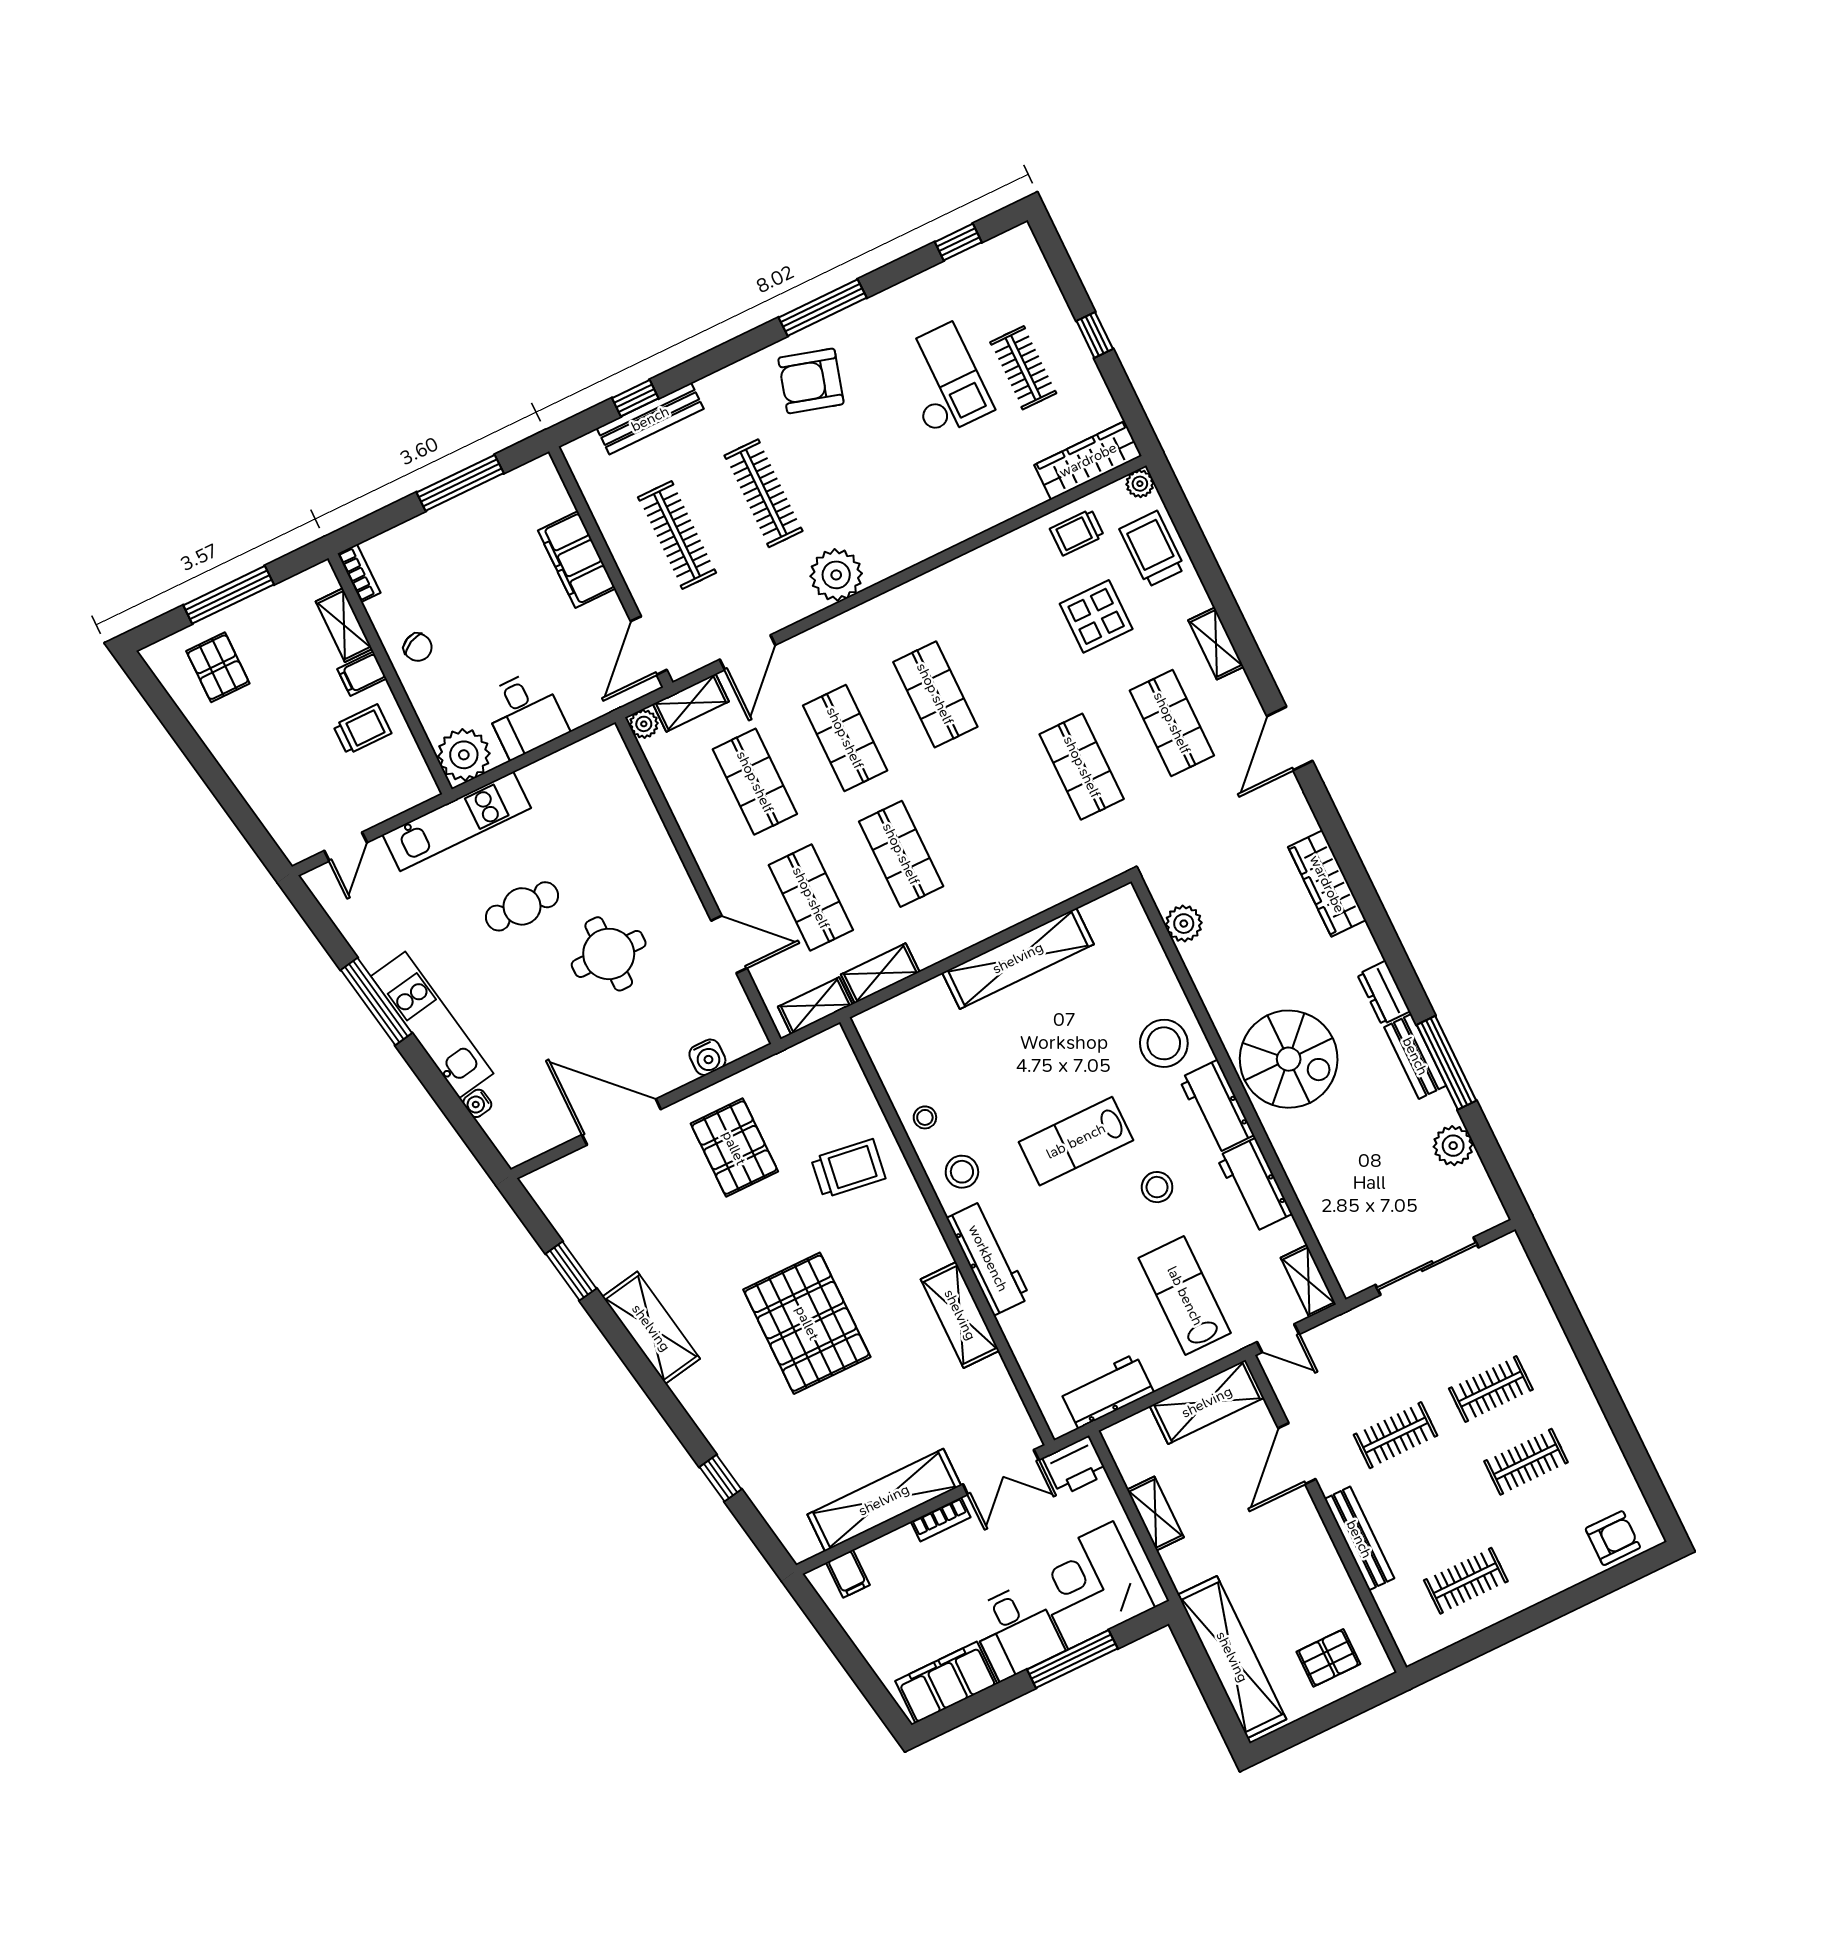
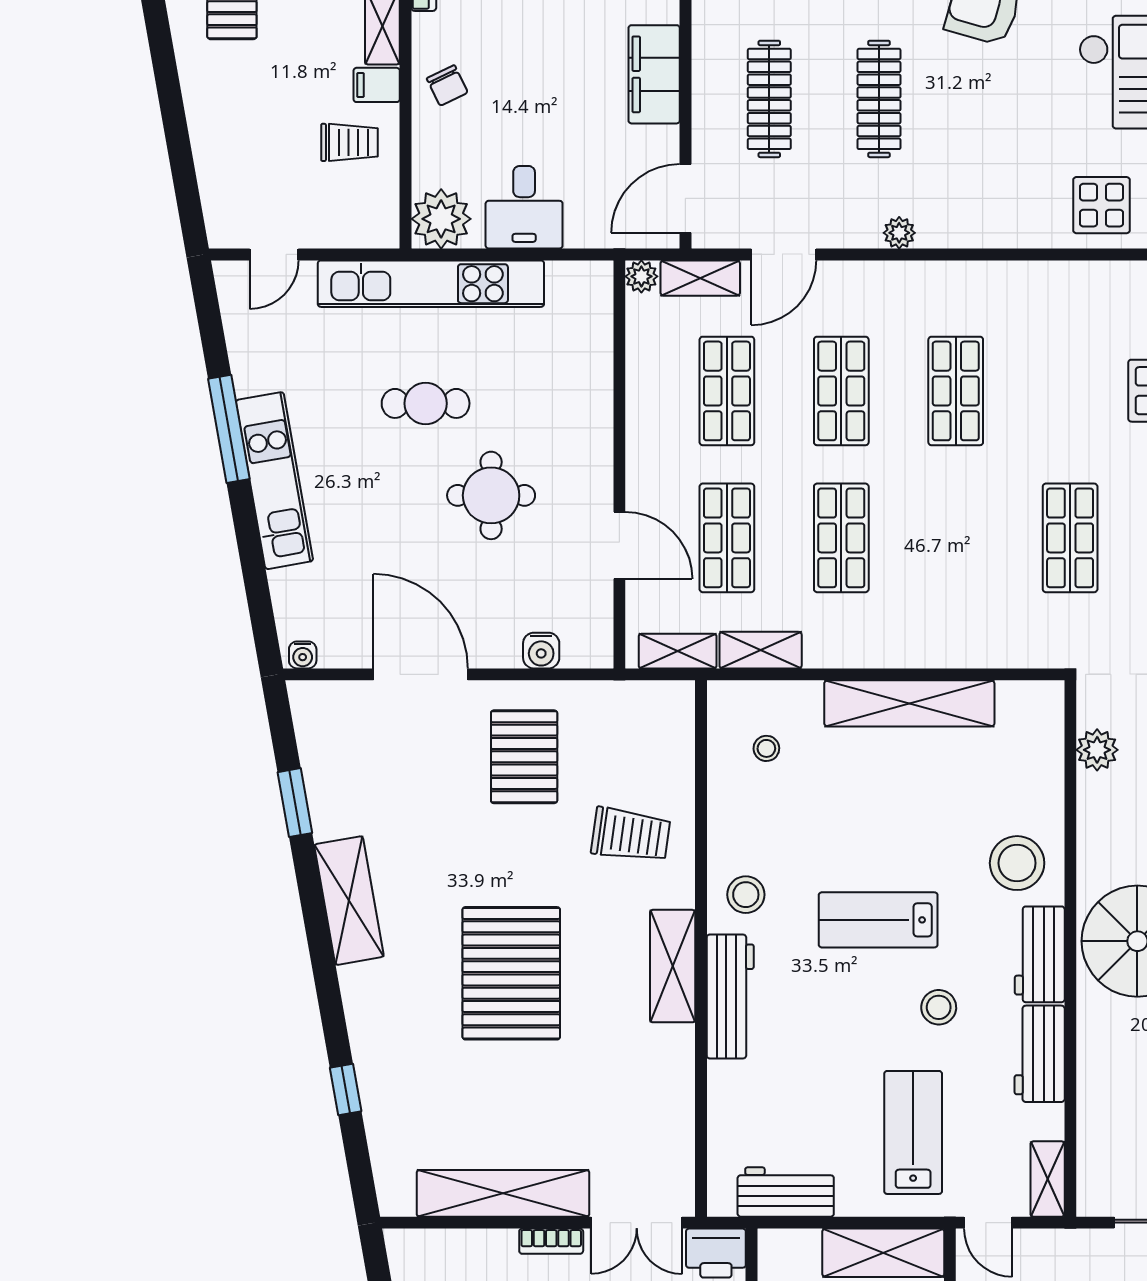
display table: (980, 492) -> (1102, 205), added
plant: (836, 575) -> (899, 233), width x0.53, depth x0.53
kitchen unit: (457, 821) -> (431, 284), width x1.36
water cooler: (477, 1103) -> (303, 655), moved, turned -80
stool: (925, 1117) -> (766, 748), moved
shelving: (960, 1315) -> (673, 966), moved
filing cabinet: (848, 1574) -> (429, 1251), removed

